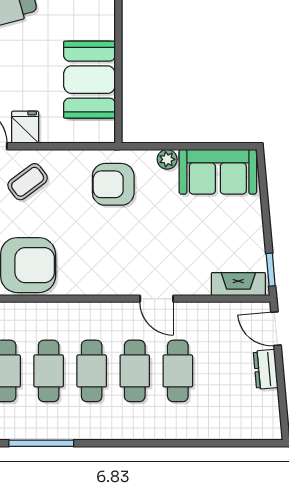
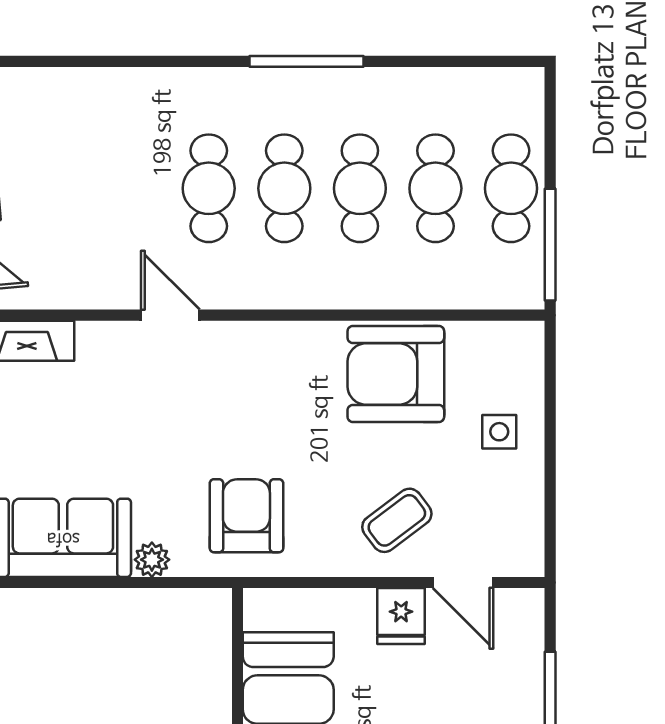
armchair: (113, 184) -> (246, 516), turned -90
cafe table: (178, 371) -> (133, 188), removed
window: (41, 443) -> (306, 61), moved

